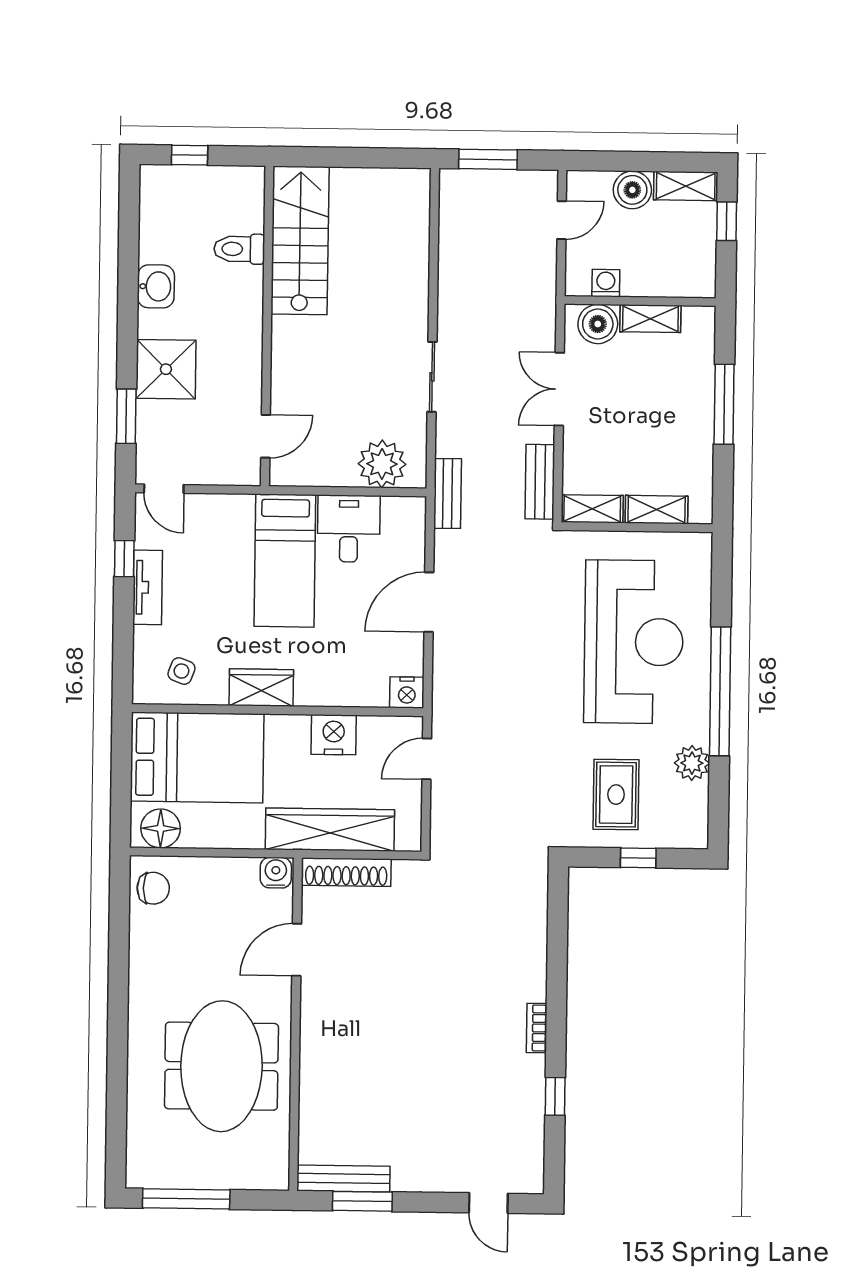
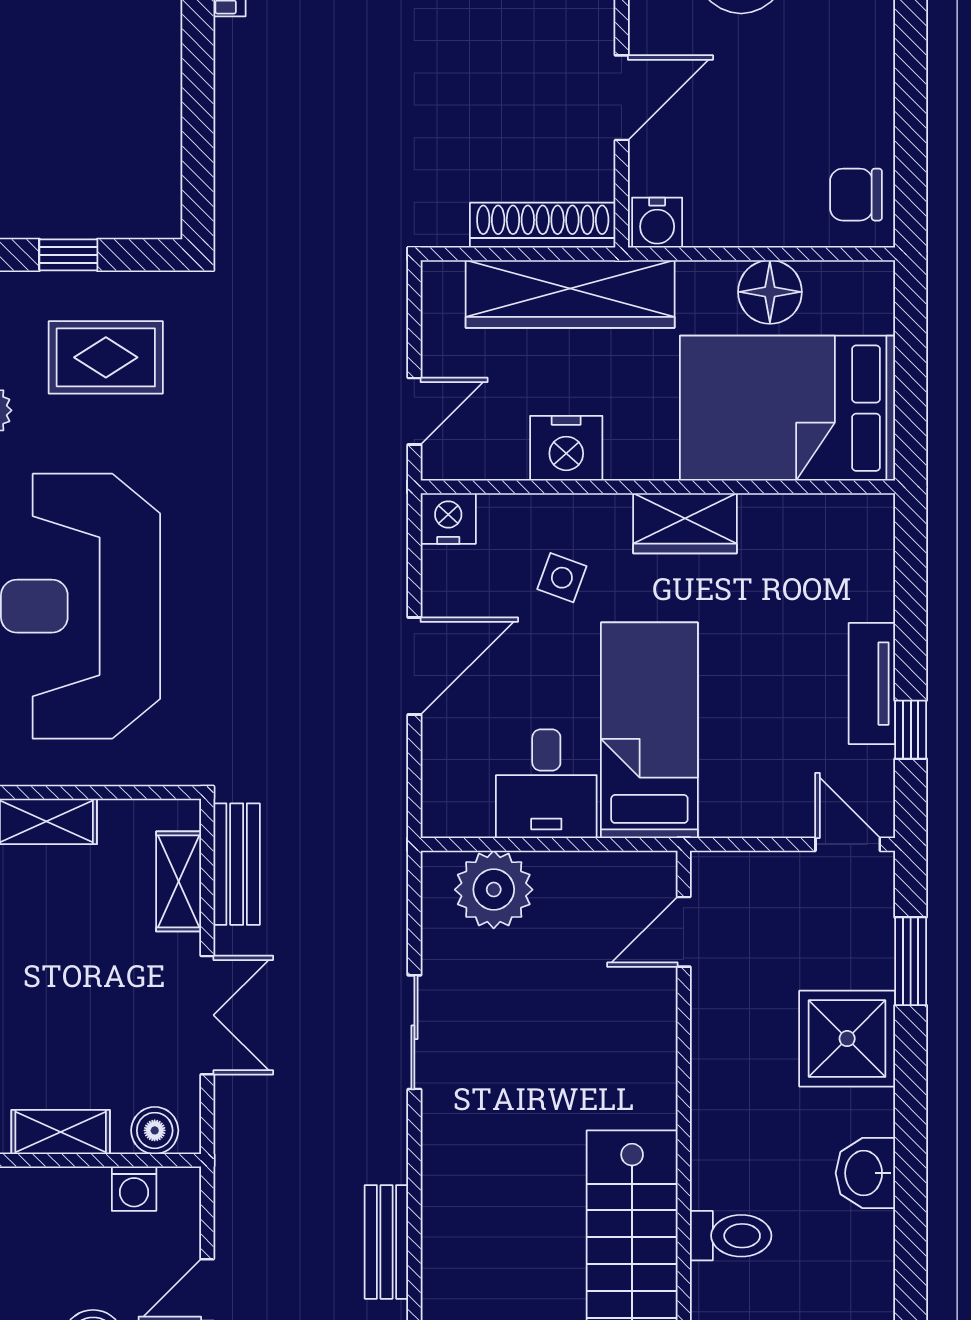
boiler: (598, 324) -> (155, 1130), width x0.73, depth x0.73
bench: (448, 493) -> (386, 1242), moved
shelving: (592, 509) -> (179, 881), moved, turned 90
side table: (181, 671) -> (562, 578), moved
rug: (616, 795) -> (106, 357), turned 90
floor lamp: (161, 828) -> (770, 292), moved

